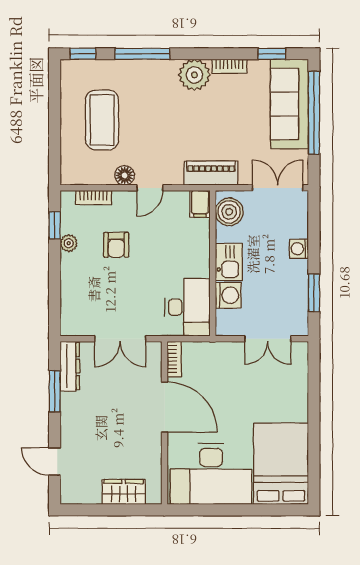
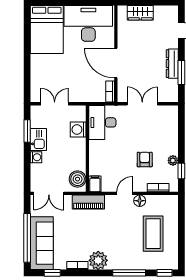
kitchen sink: (229, 262) -> (38, 139), moved, turned 180
dresser: (70, 366) -> (172, 64), moved

